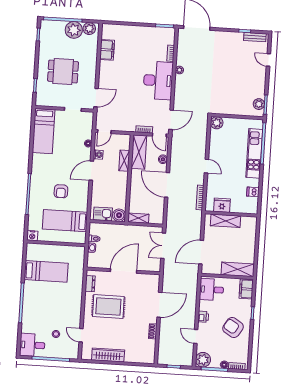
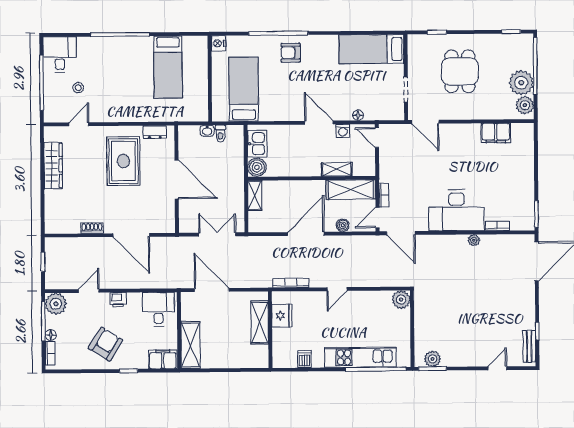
armchair: (61, 191) -> (291, 53), moved

